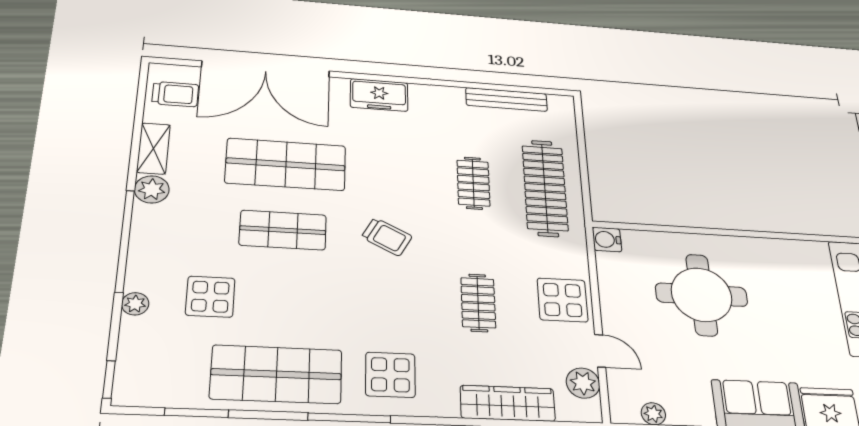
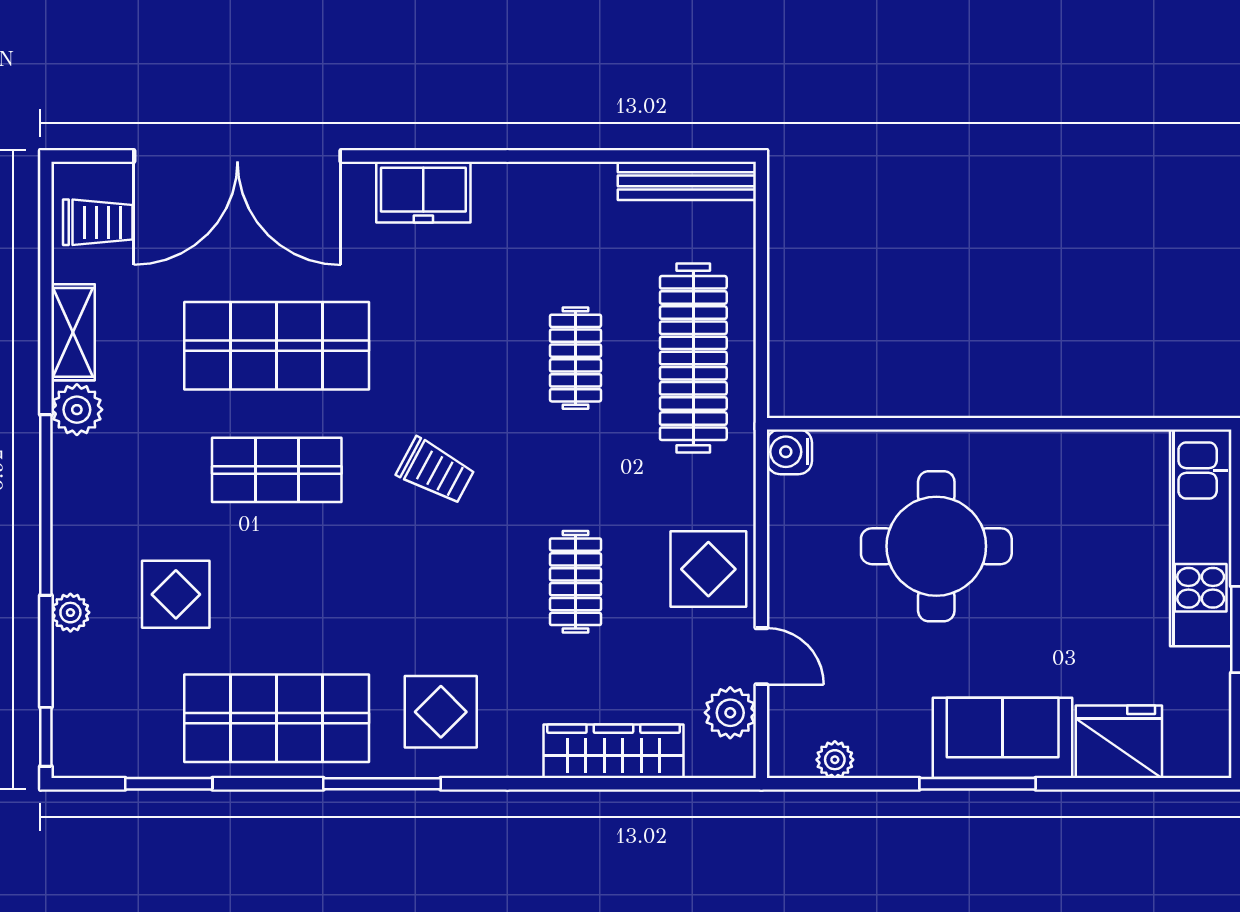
bench: (507, 99) -> (687, 181), moved

